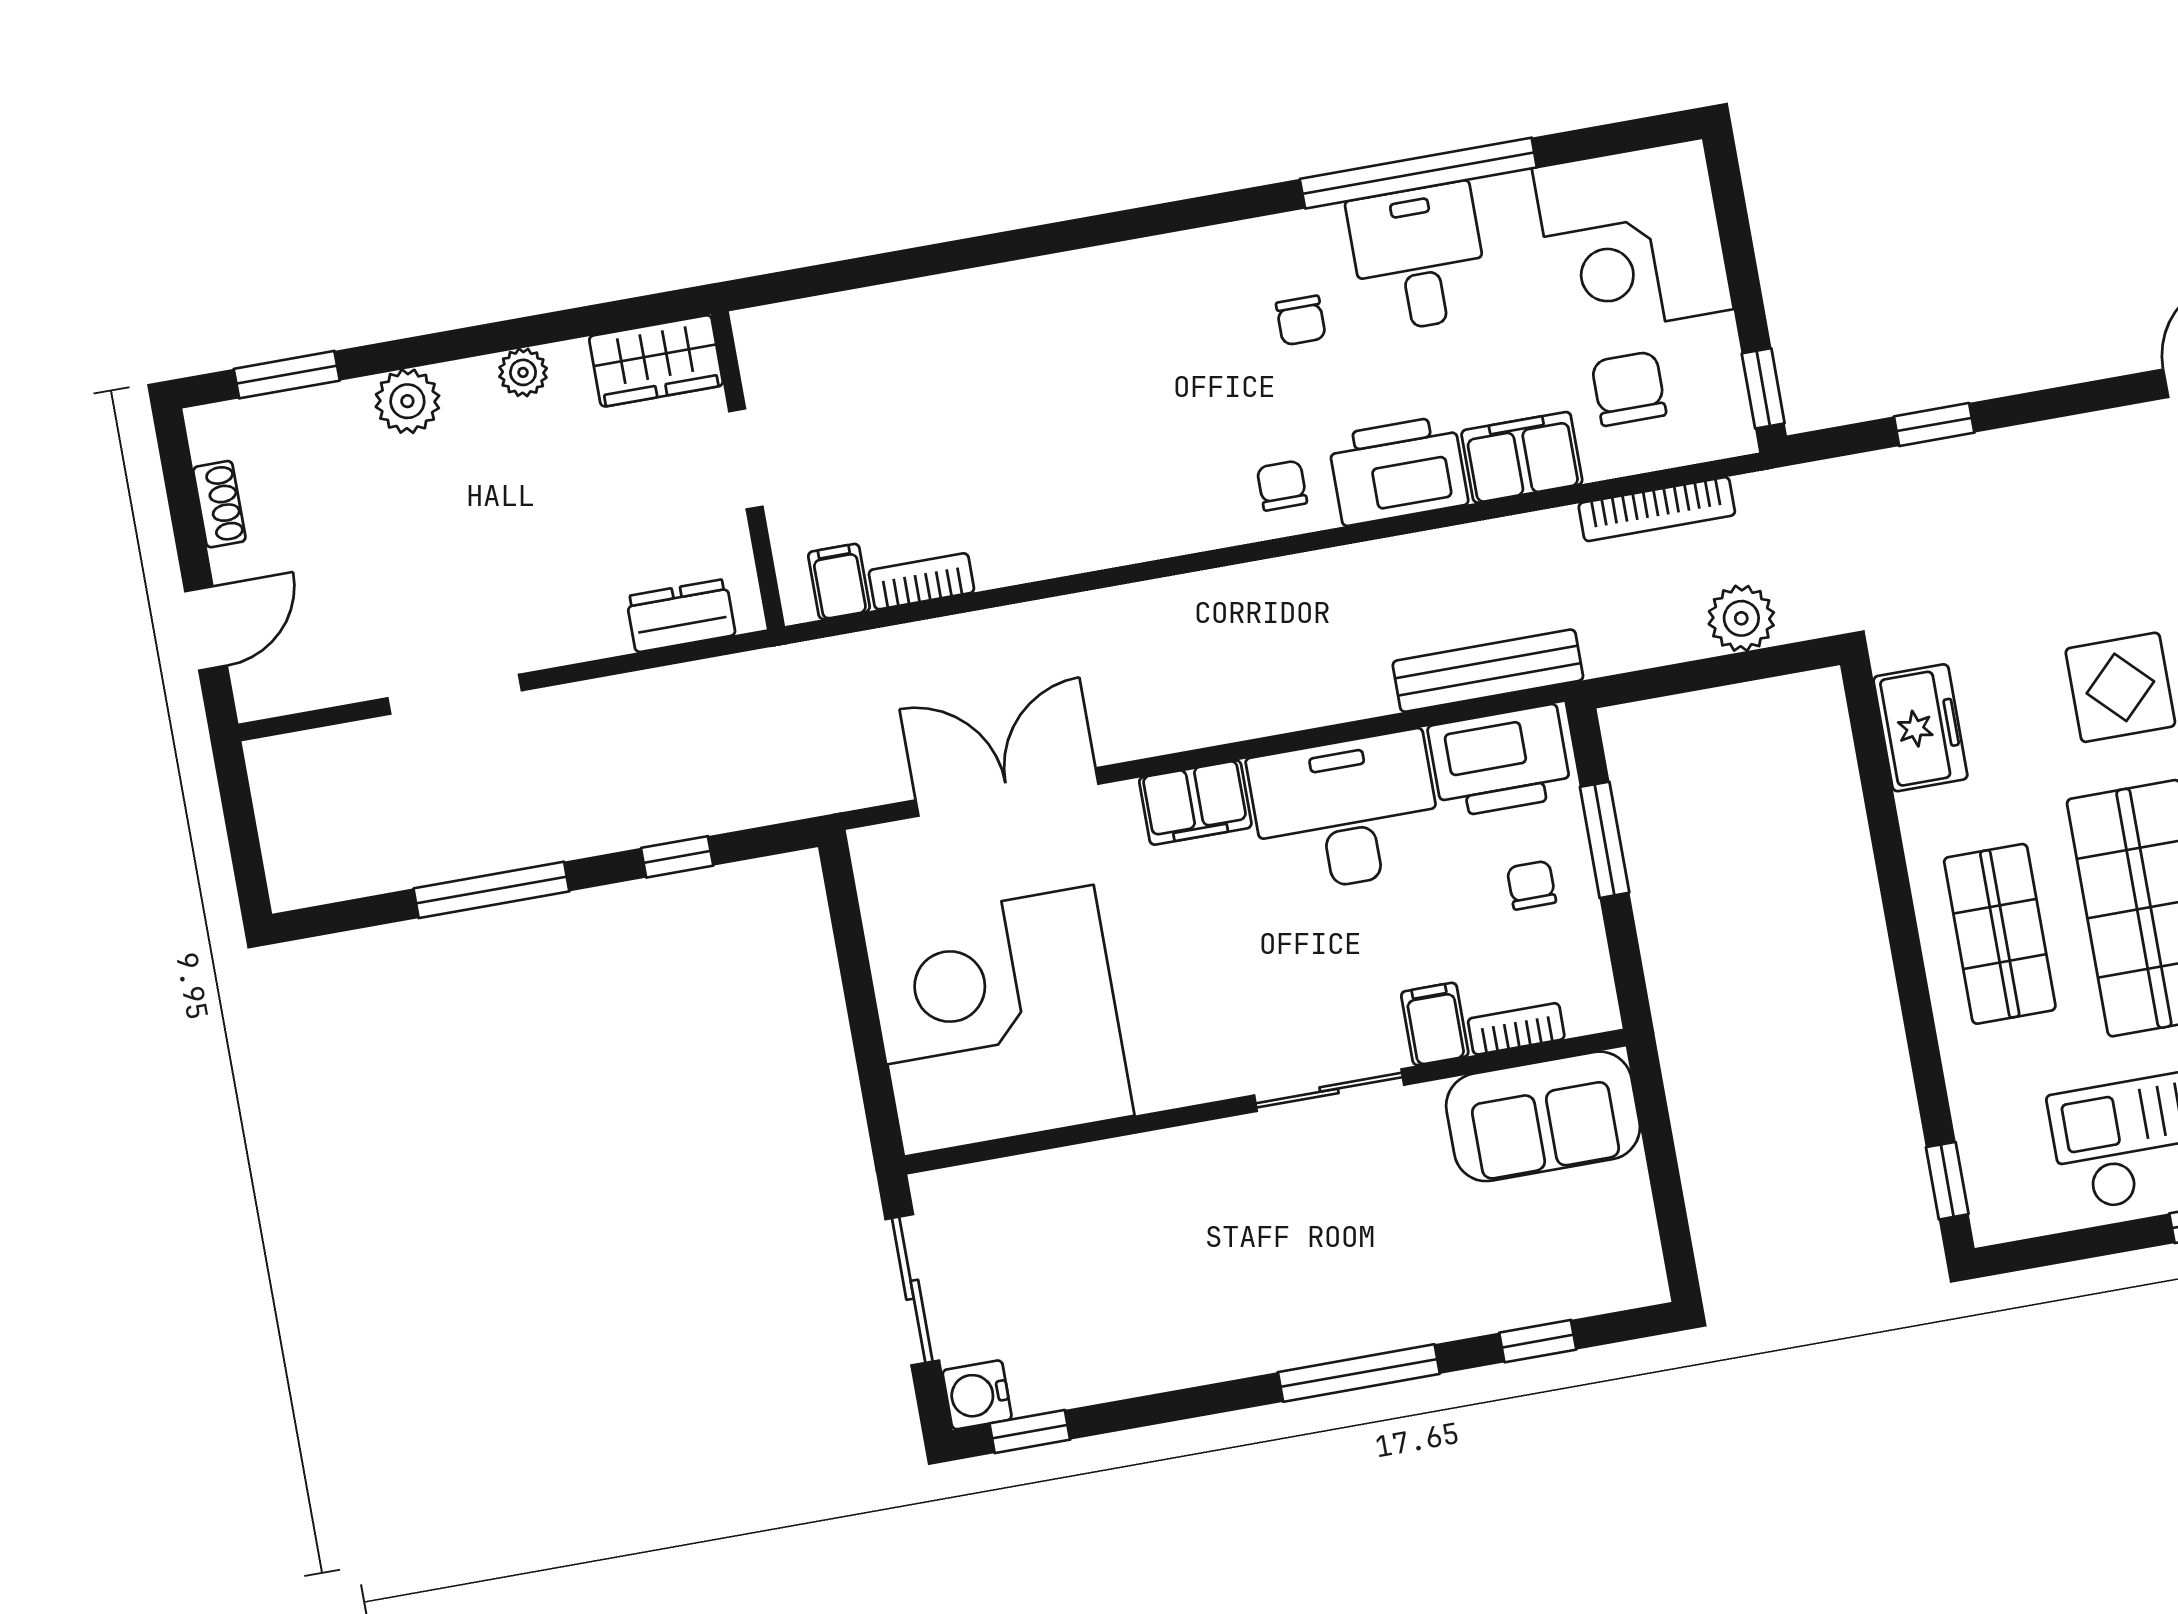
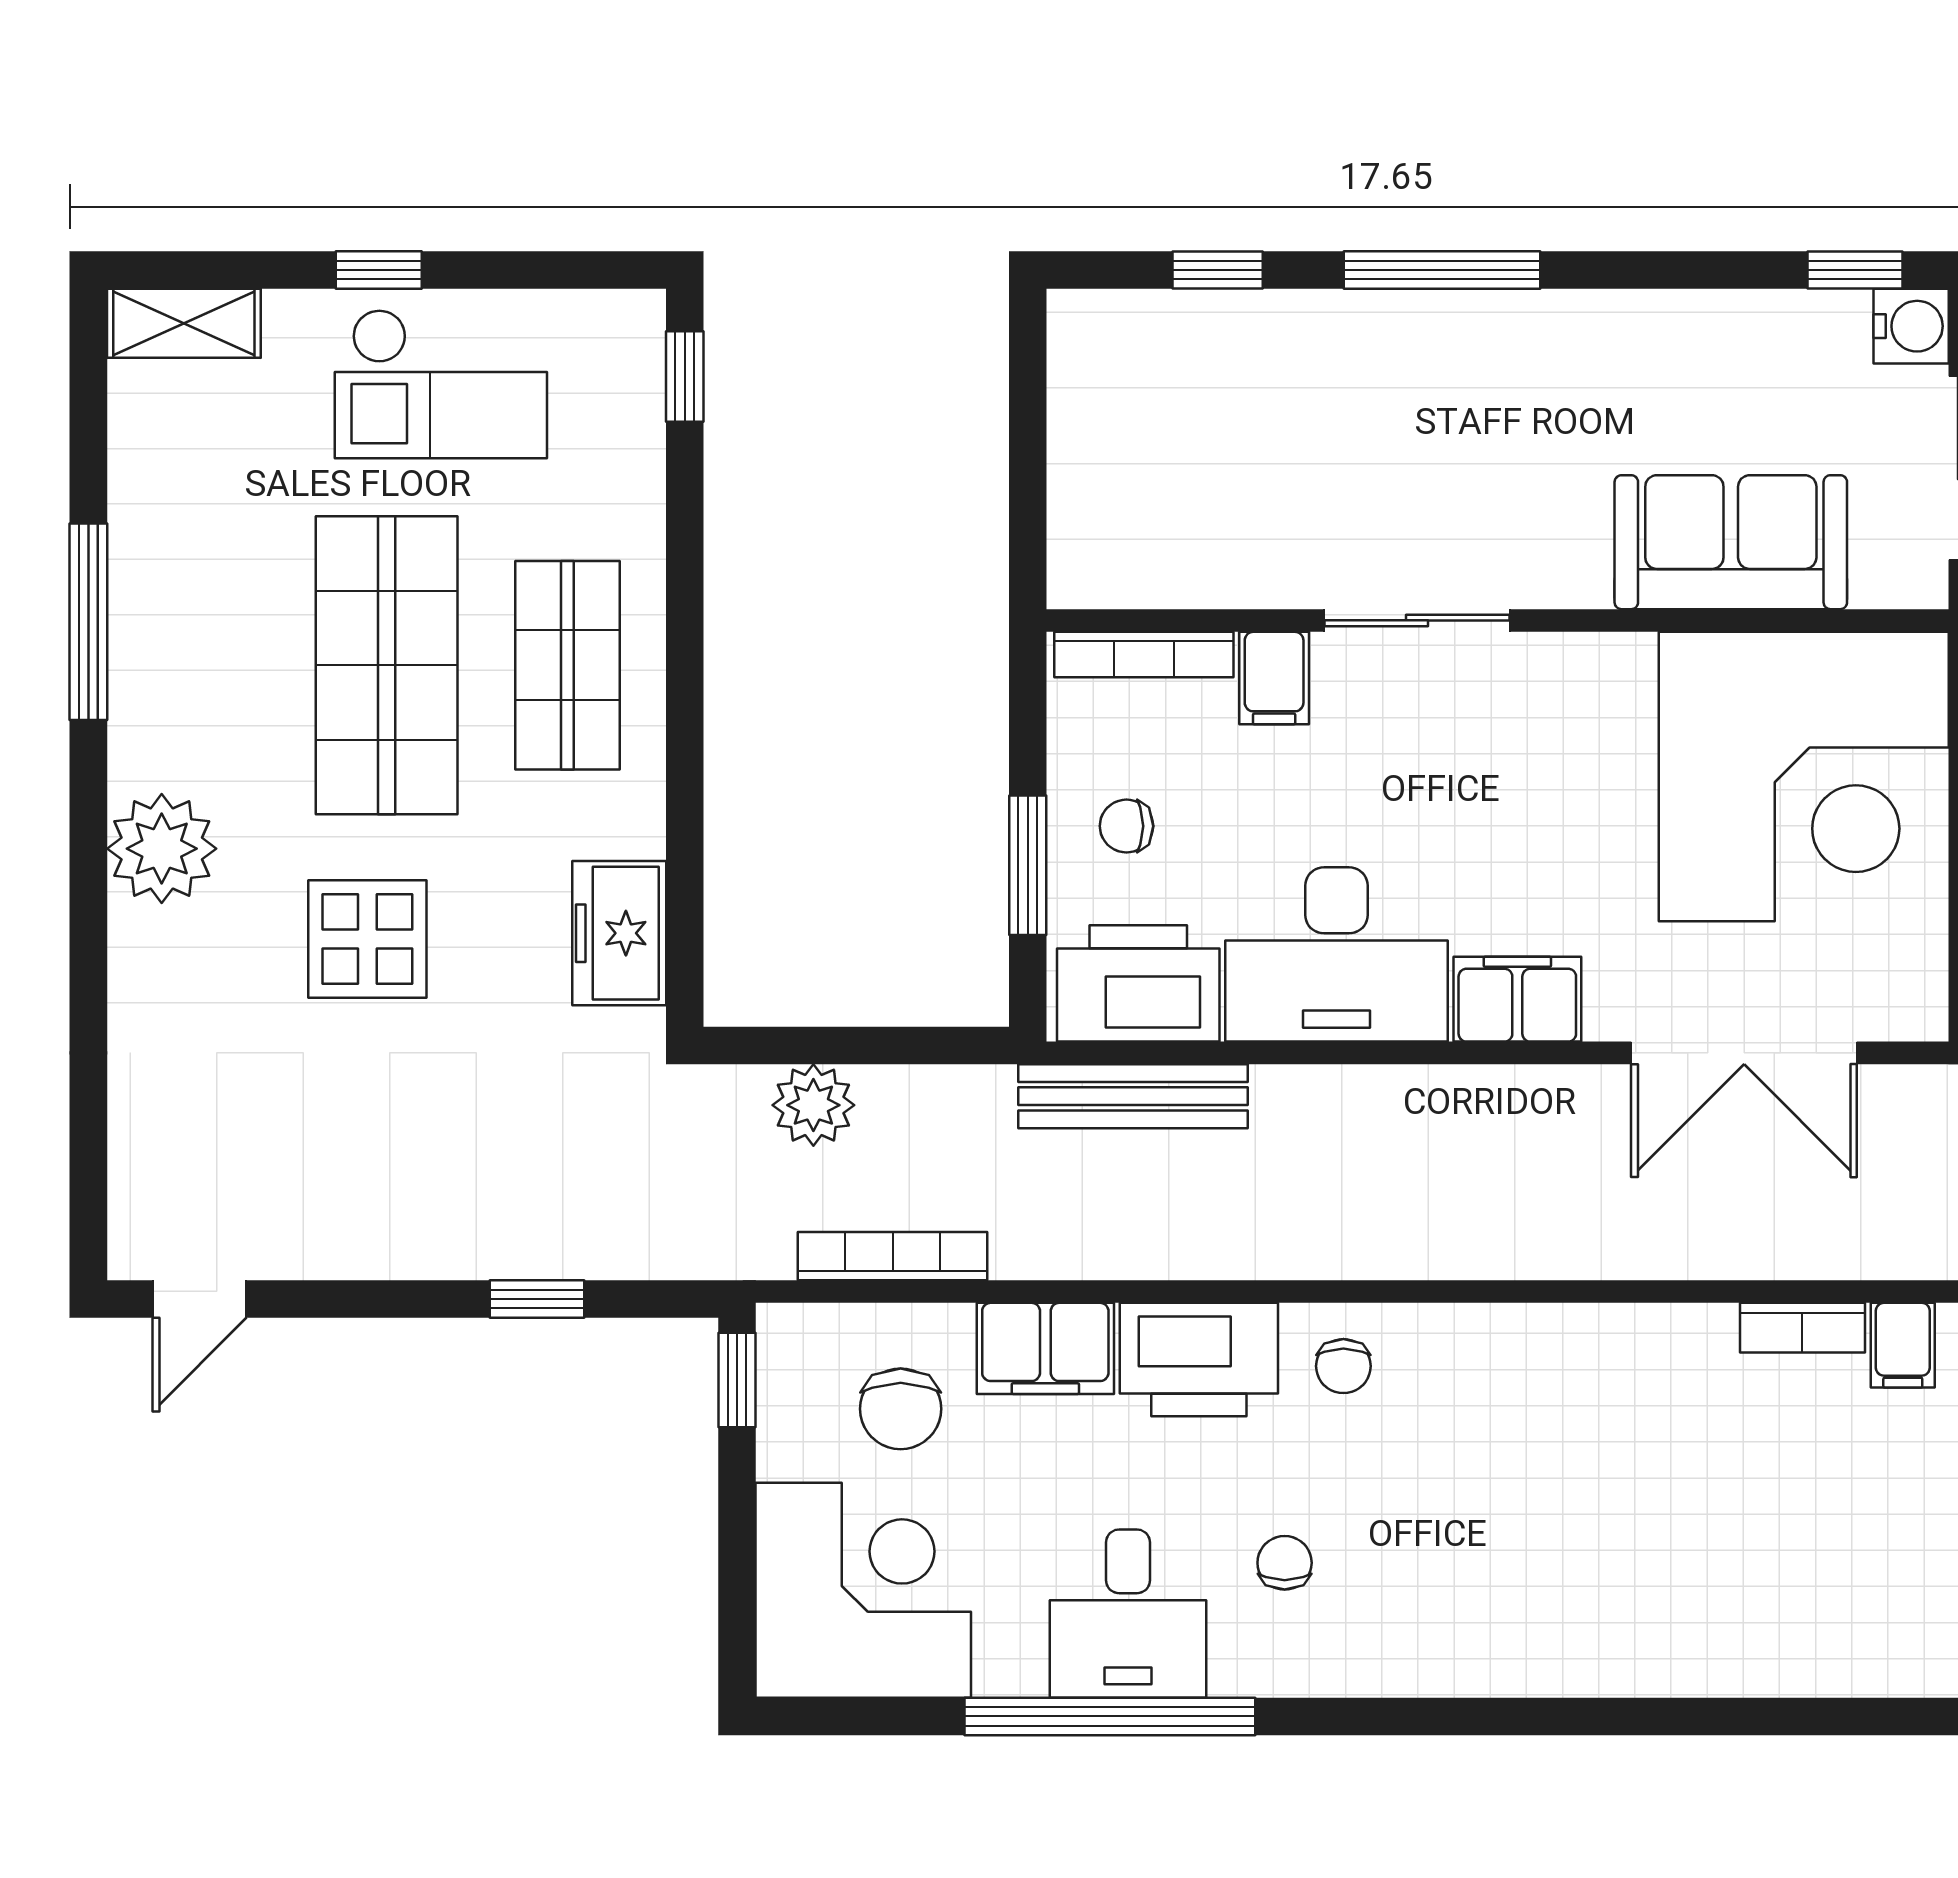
chair: (1531, 885) -> (1126, 826), turned 90
bookcase: (1516, 1029) -> (1144, 655), width x1.56
sofa: (1543, 1116) -> (1731, 542), moved

